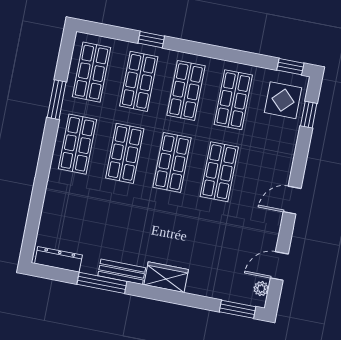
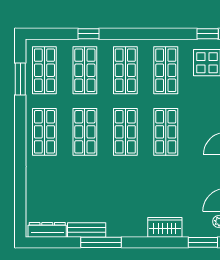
window: (57, 100) -> (20, 79), moved
bench: (122, 272) -> (87, 230), moved
wardrobe: (166, 277) -> (165, 227), moved
window: (102, 283) -> (101, 242), moved

